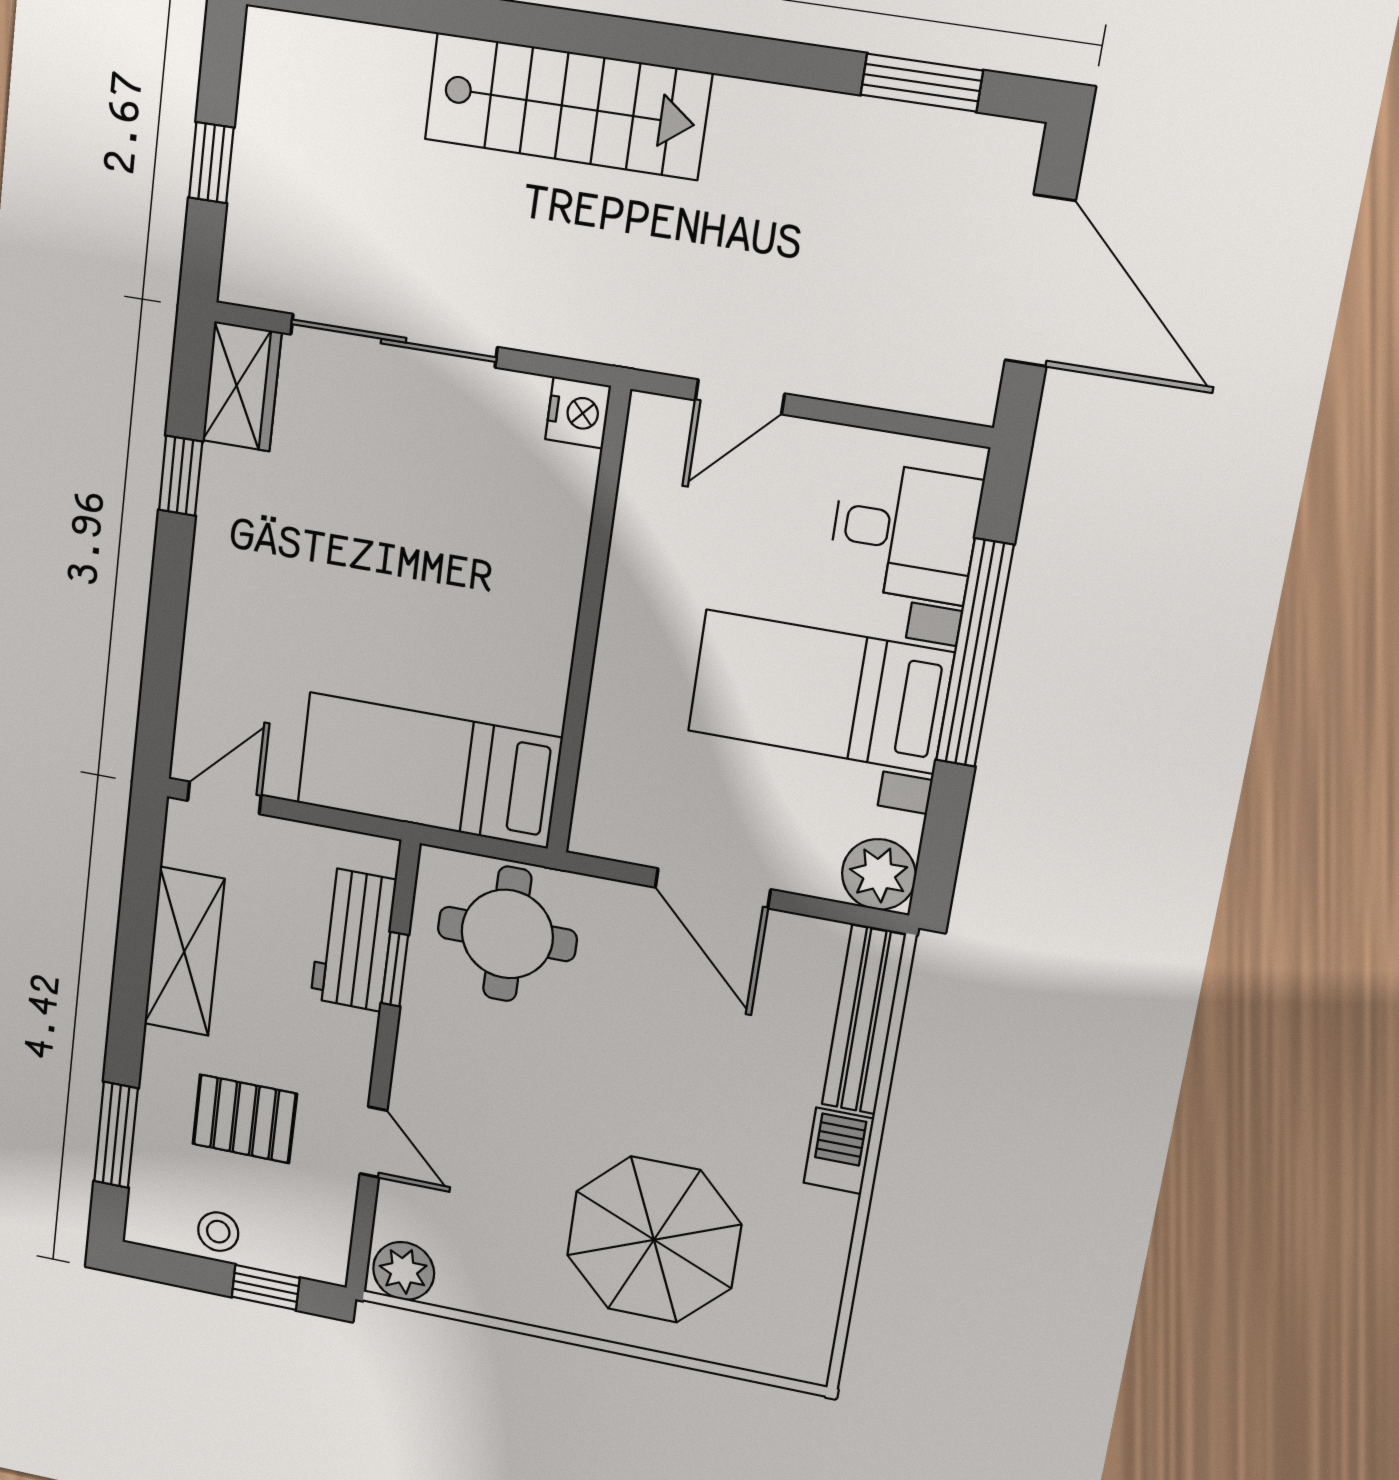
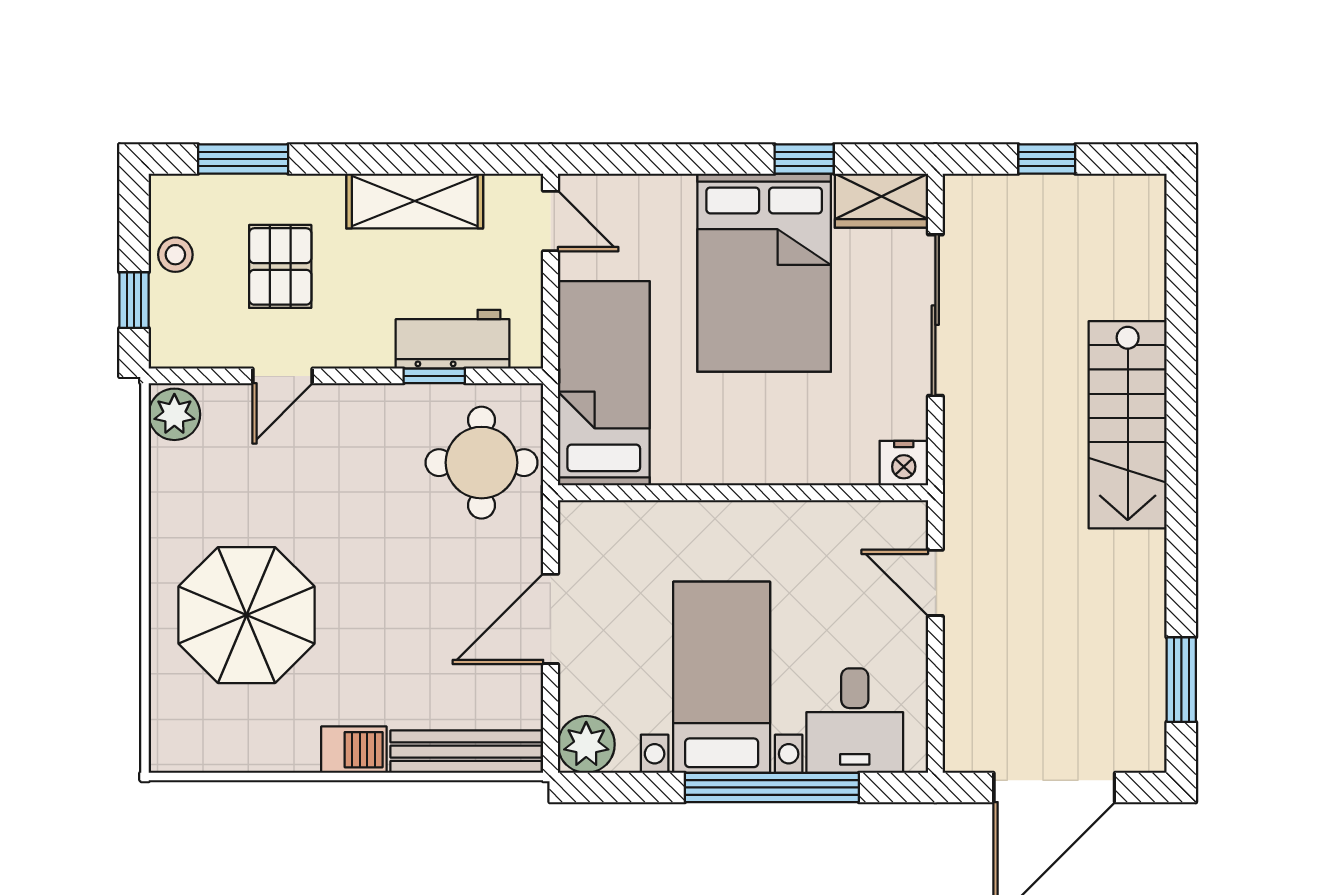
bed: (315, 550) -> (764, 273), added

